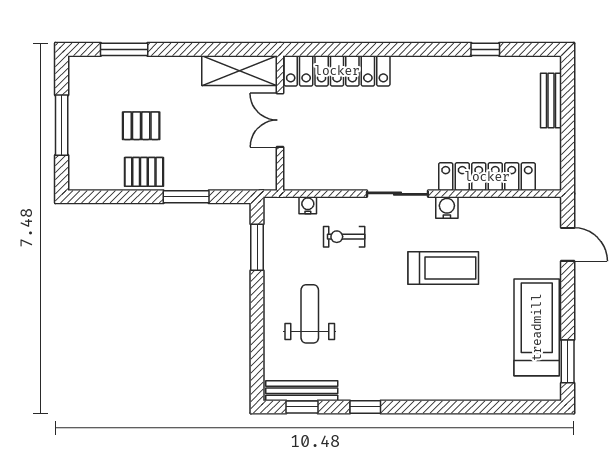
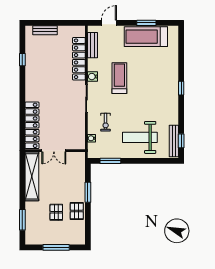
shelving: (240, 71) -> (32, 176), width x1.47
bench: (518, 207) -> (93, 45), added
weight bench: (310, 314) -> (140, 137), width x1.36, depth x1.33
window: (568, 361) -> (146, 23), moved
window: (365, 407) -> (181, 88), moved

